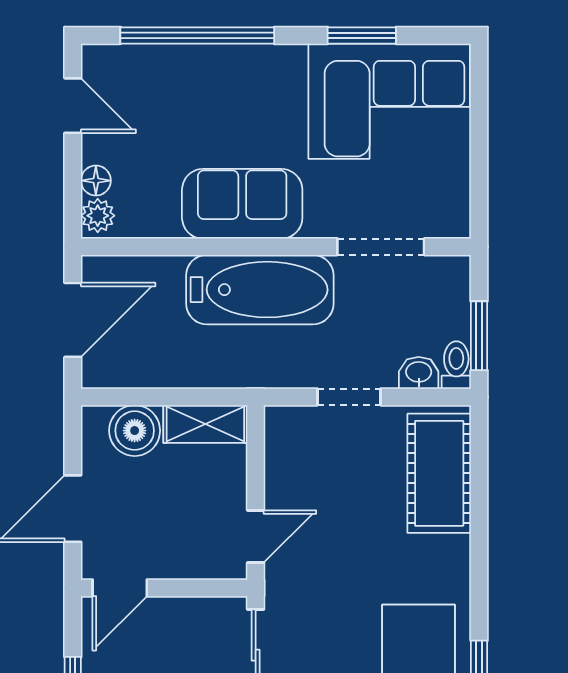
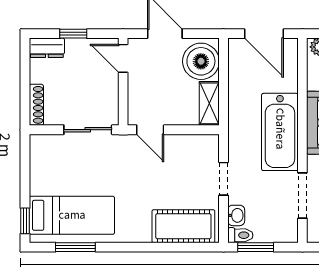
boiler: (135, 431) -> (201, 61), width x1.37, depth x1.37

